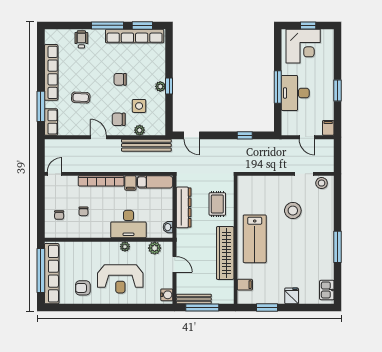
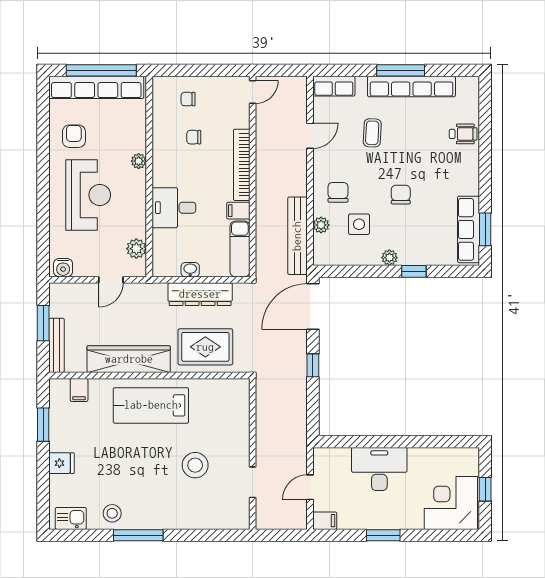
window: (107, 25) -> (485, 175), removed
row of seats: (135, 36) -> (469, 229), width x0.73
corner desk: (303, 46) -> (451, 503), moved, turned 90
window: (169, 86) -> (414, 271), moved
window: (278, 87) -> (389, 442), removed
window: (41, 106) -> (401, 70), moved
door: (192, 135) -> (313, 307), width x1.87
window: (245, 135) -> (313, 365), moved
door: (98, 137) -> (310, 136), moved
door: (55, 174) -> (253, 92), hinge flipped
stool: (322, 183) -> (112, 513), moved
rug: (217, 204) -> (205, 347), width x1.36, depth x1.43
desk: (128, 224) -> (174, 208), width x0.73
washbasin: (168, 227) -> (190, 270), moved
plant: (125, 247) -> (139, 161), moved
reception desk: (120, 279) -> (88, 195), turned 180
bench: (194, 299) -> (57, 345), moved
window: (202, 308) -> (43, 323), width x0.69

